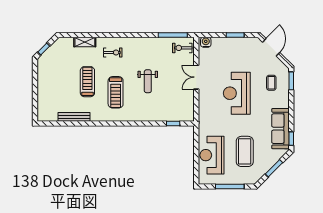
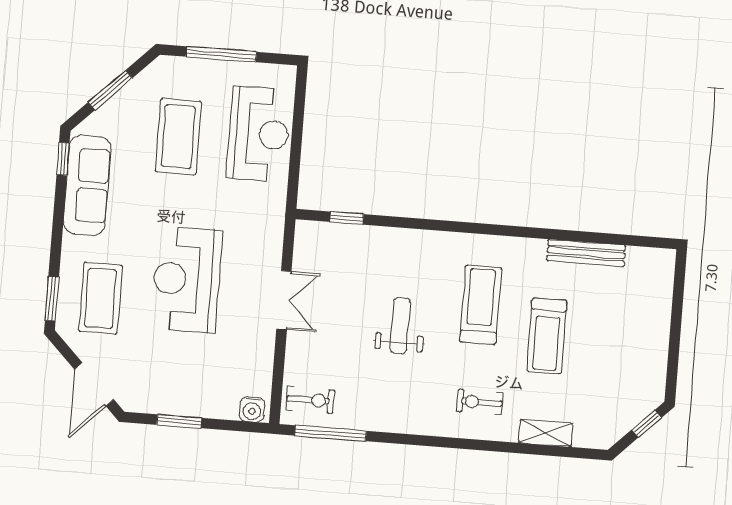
double door: (196, 77) -> (284, 300), moved
coffee table: (271, 83) -> (101, 298), width x1.86, depth x1.72
reception desk: (237, 93) -> (186, 280), turned 180

